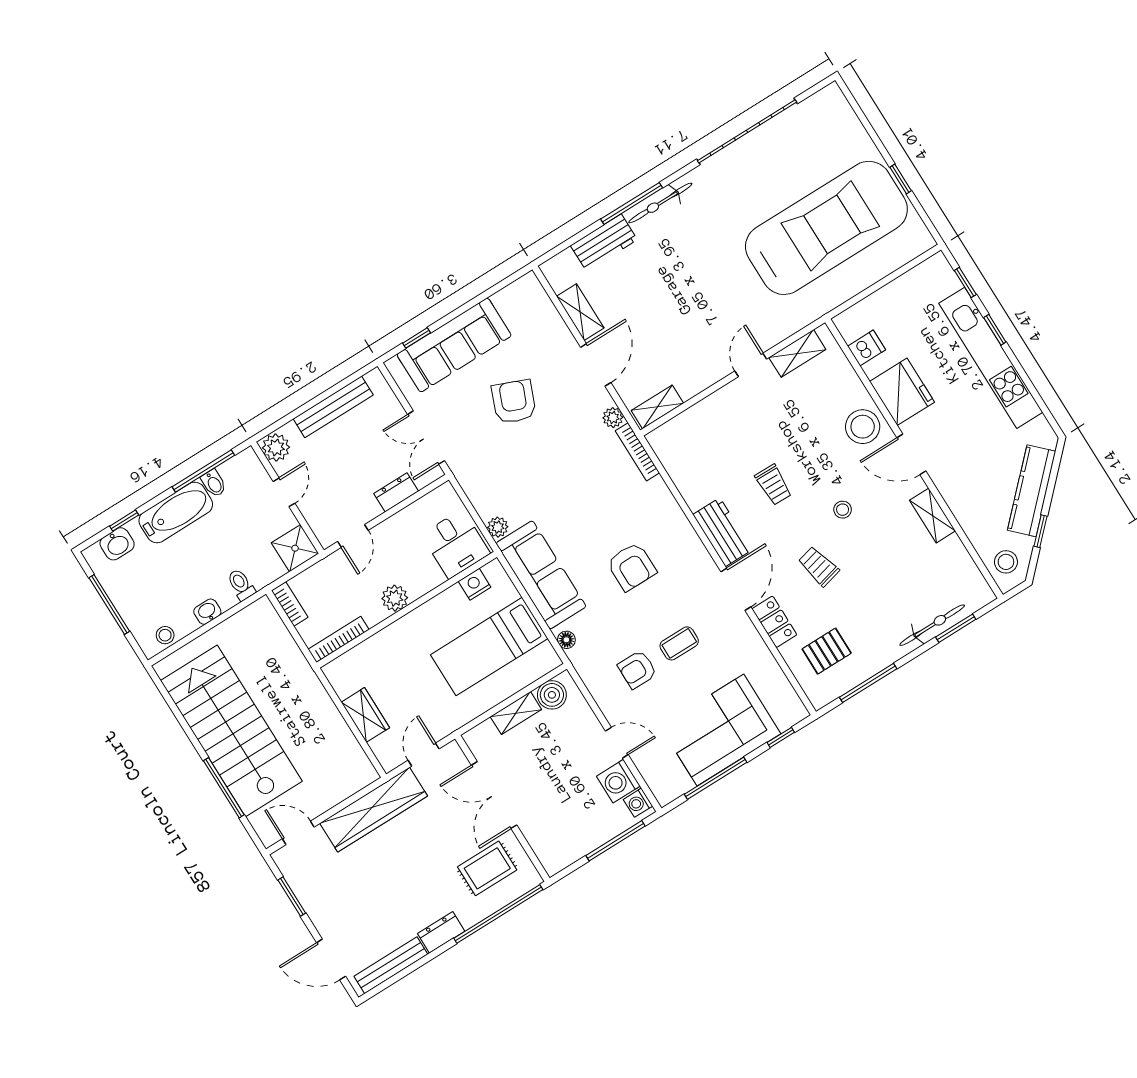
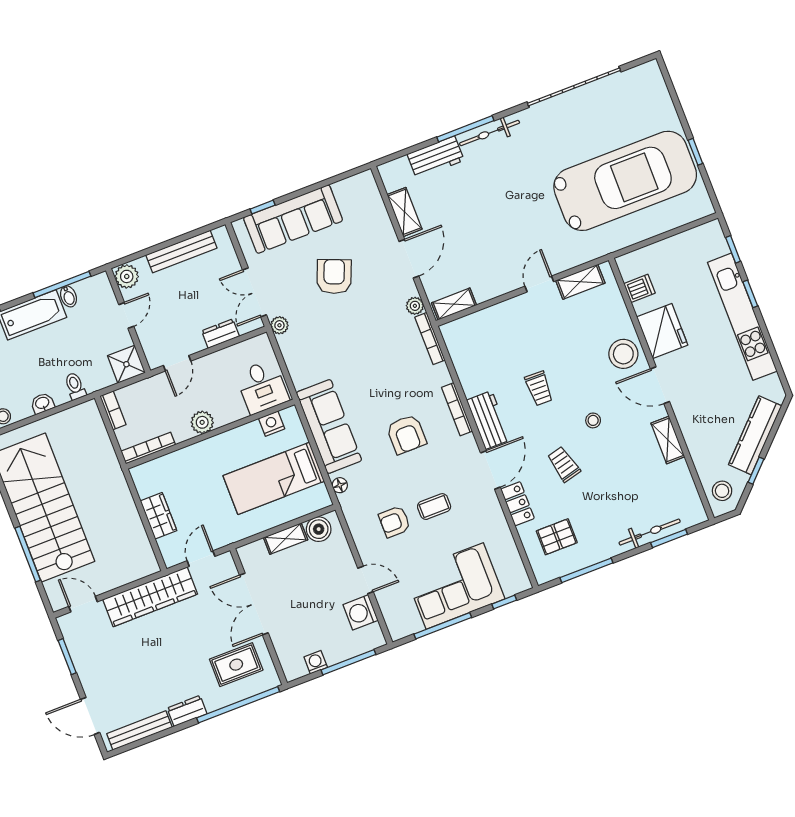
plant: (498, 527) -> (279, 325), moved
bookcase: (684, 527) -> (457, 409), added
washing machine: (638, 803) -> (316, 662), moved, turned 90

